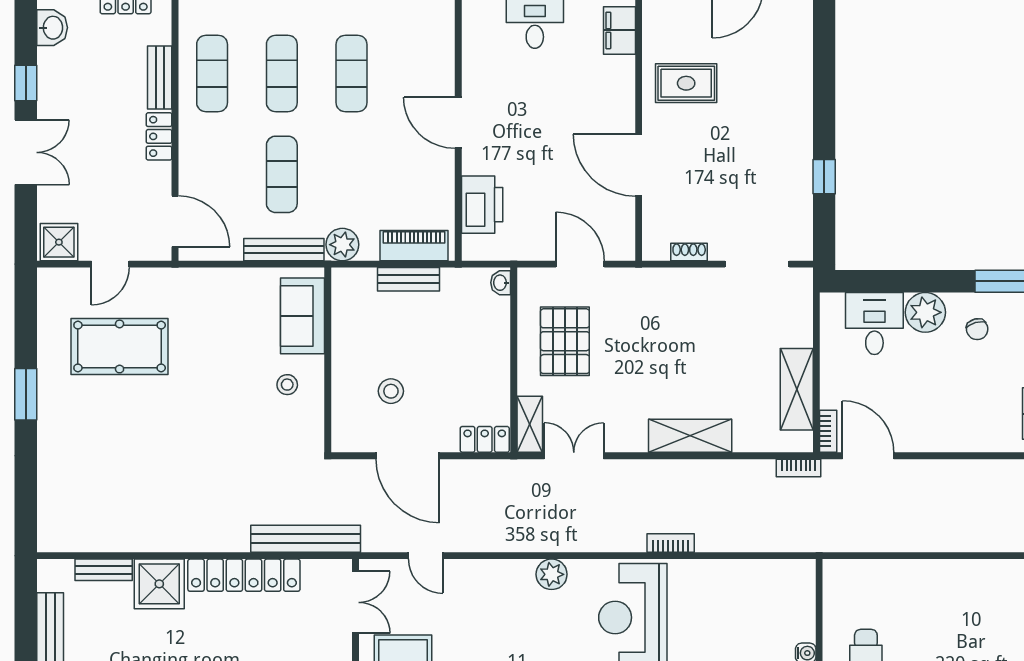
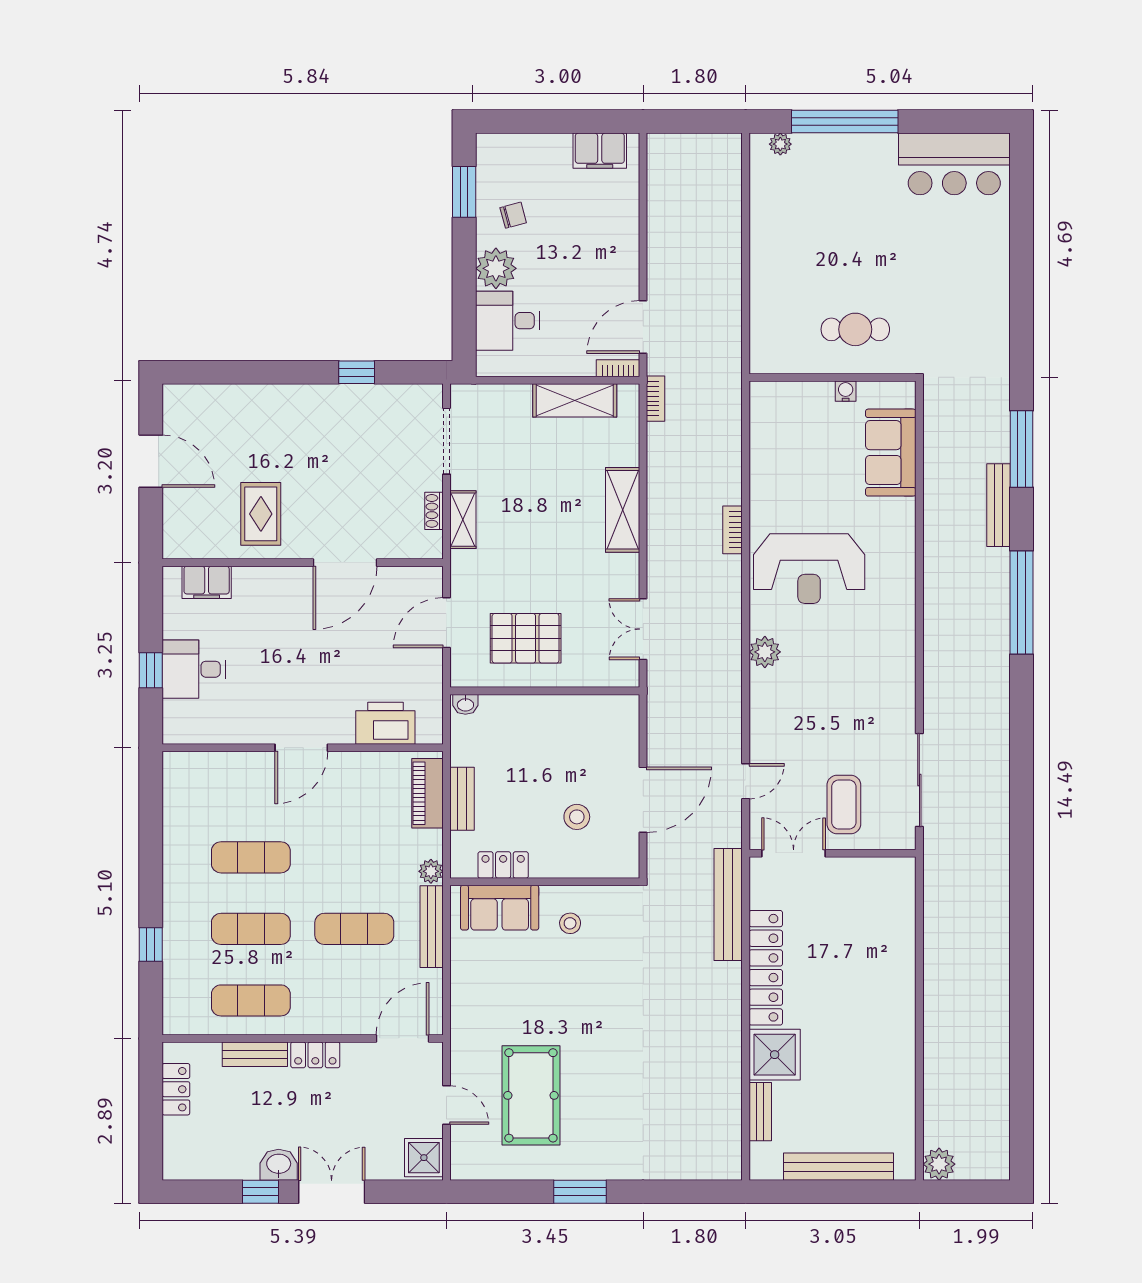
washbasin: (52, 28) -> (279, 1165), moved
plant: (342, 245) -> (431, 871), width x0.73, depth x0.73
shelving: (530, 424) -> (463, 520), moved, turned 90
locker: (485, 439) -> (503, 865), moved, turned 90

